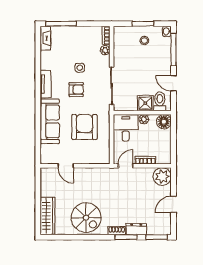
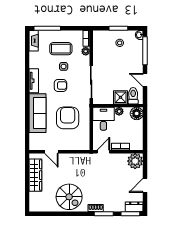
coffee table: (77, 47) -> (61, 49), added
wardrobe: (47, 216) -> (35, 175), moved
dresser: (136, 229) -> (134, 207), moved

